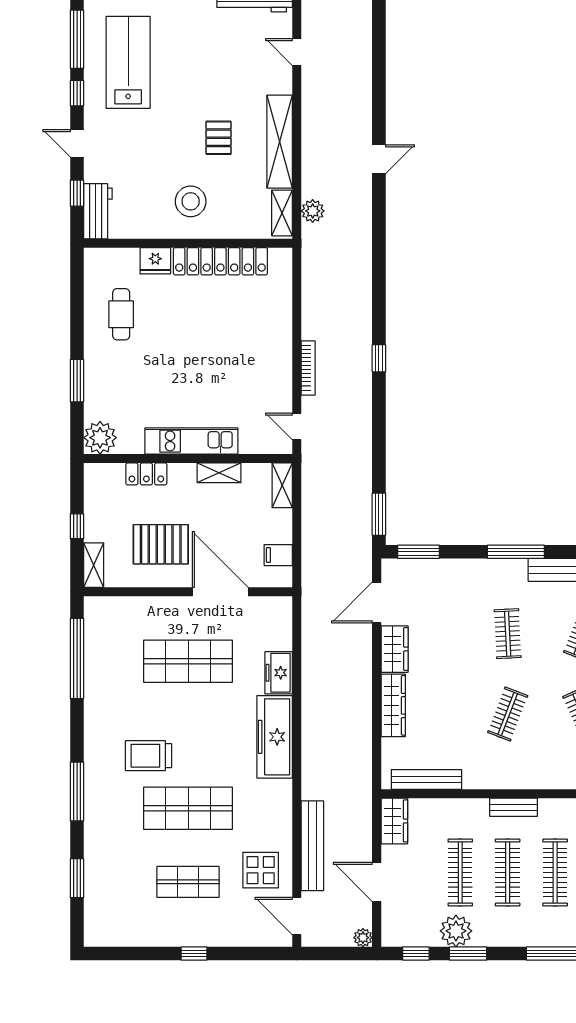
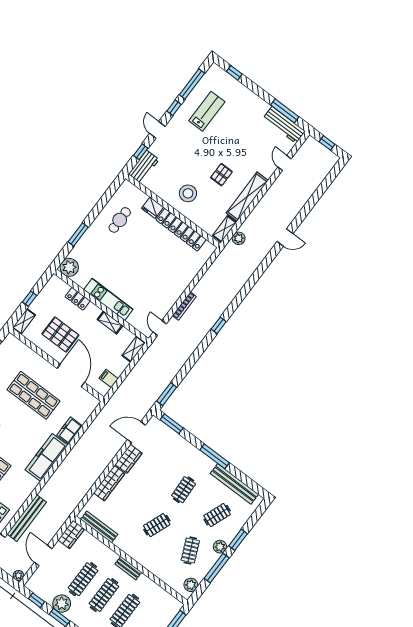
lab bench: (128, 62) -> (207, 111), width x0.73, depth x0.72

